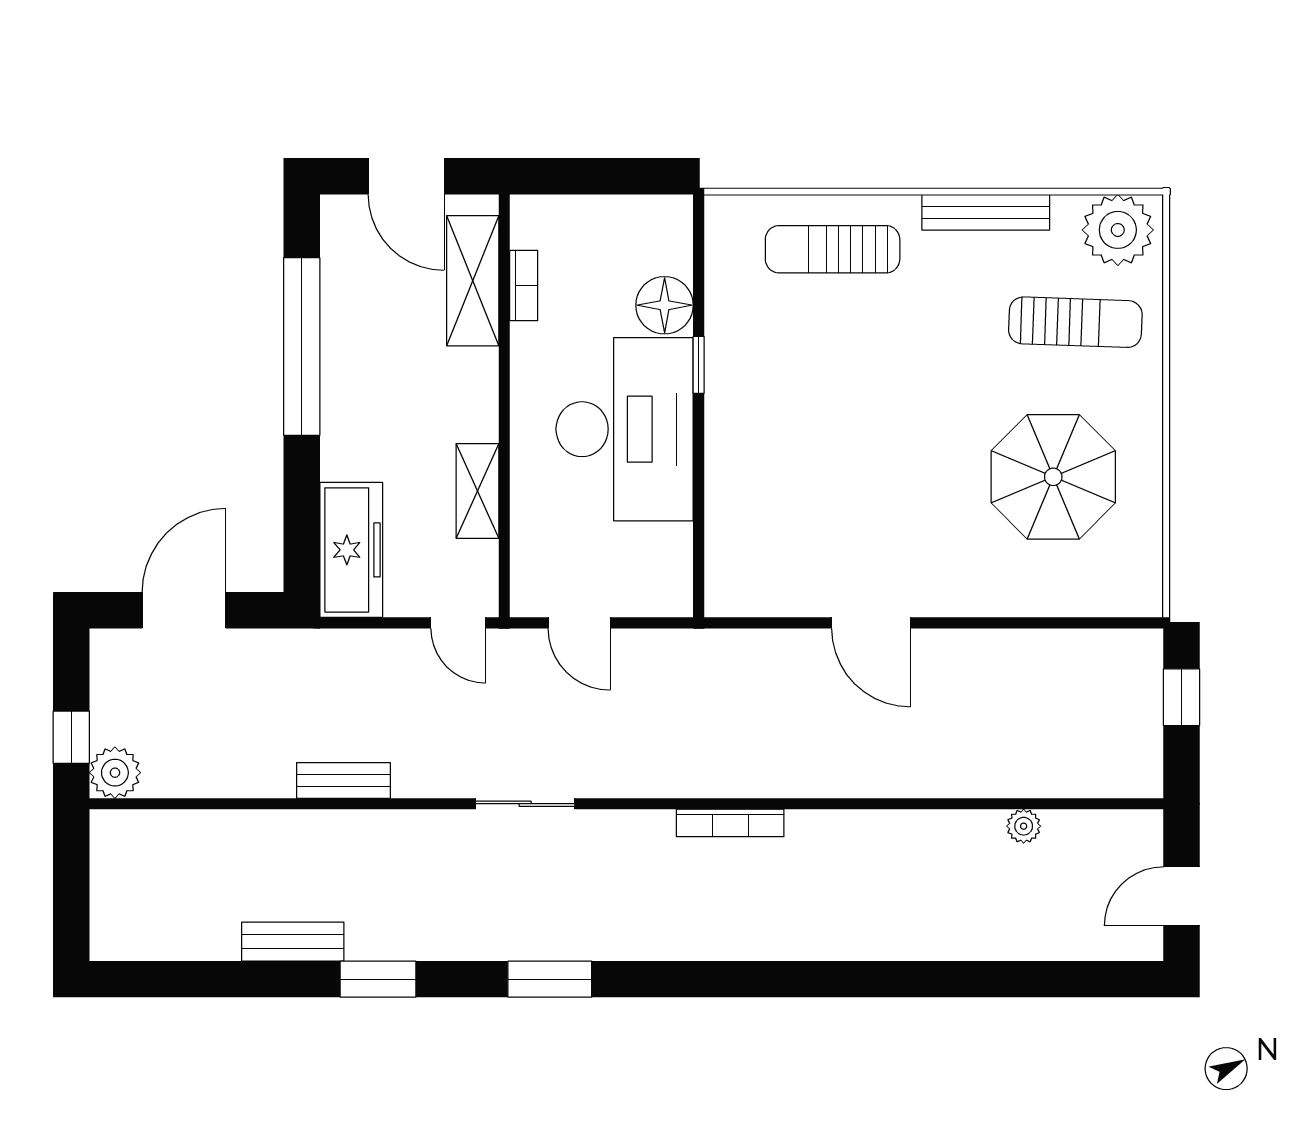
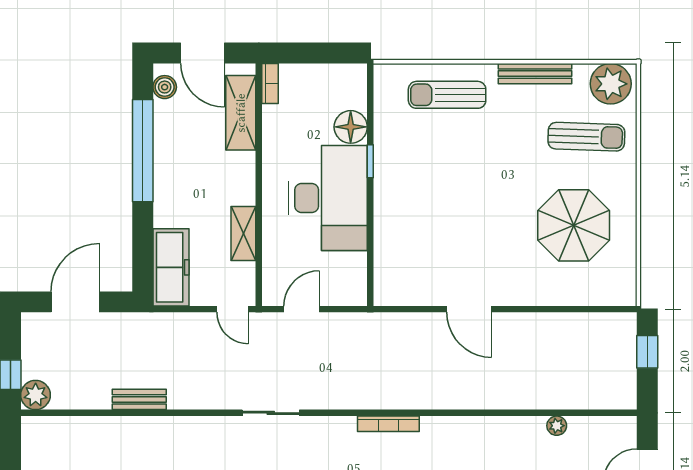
boiler: (340, 236) -> (165, 87), added
bookcase: (524, 286) -> (270, 83), moved
door: (579, 623) -> (302, 309), swing flipped
bench: (343, 780) -> (139, 399), moved

